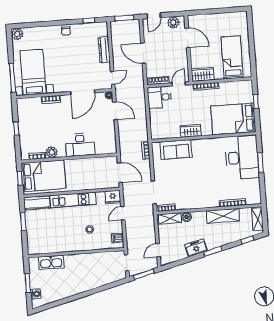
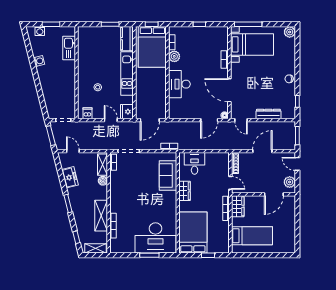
desk: (159, 97) -> (195, 163), moved
freezer: (196, 248) -> (70, 177), moved
washing machine: (67, 293) -> (39, 61), added

